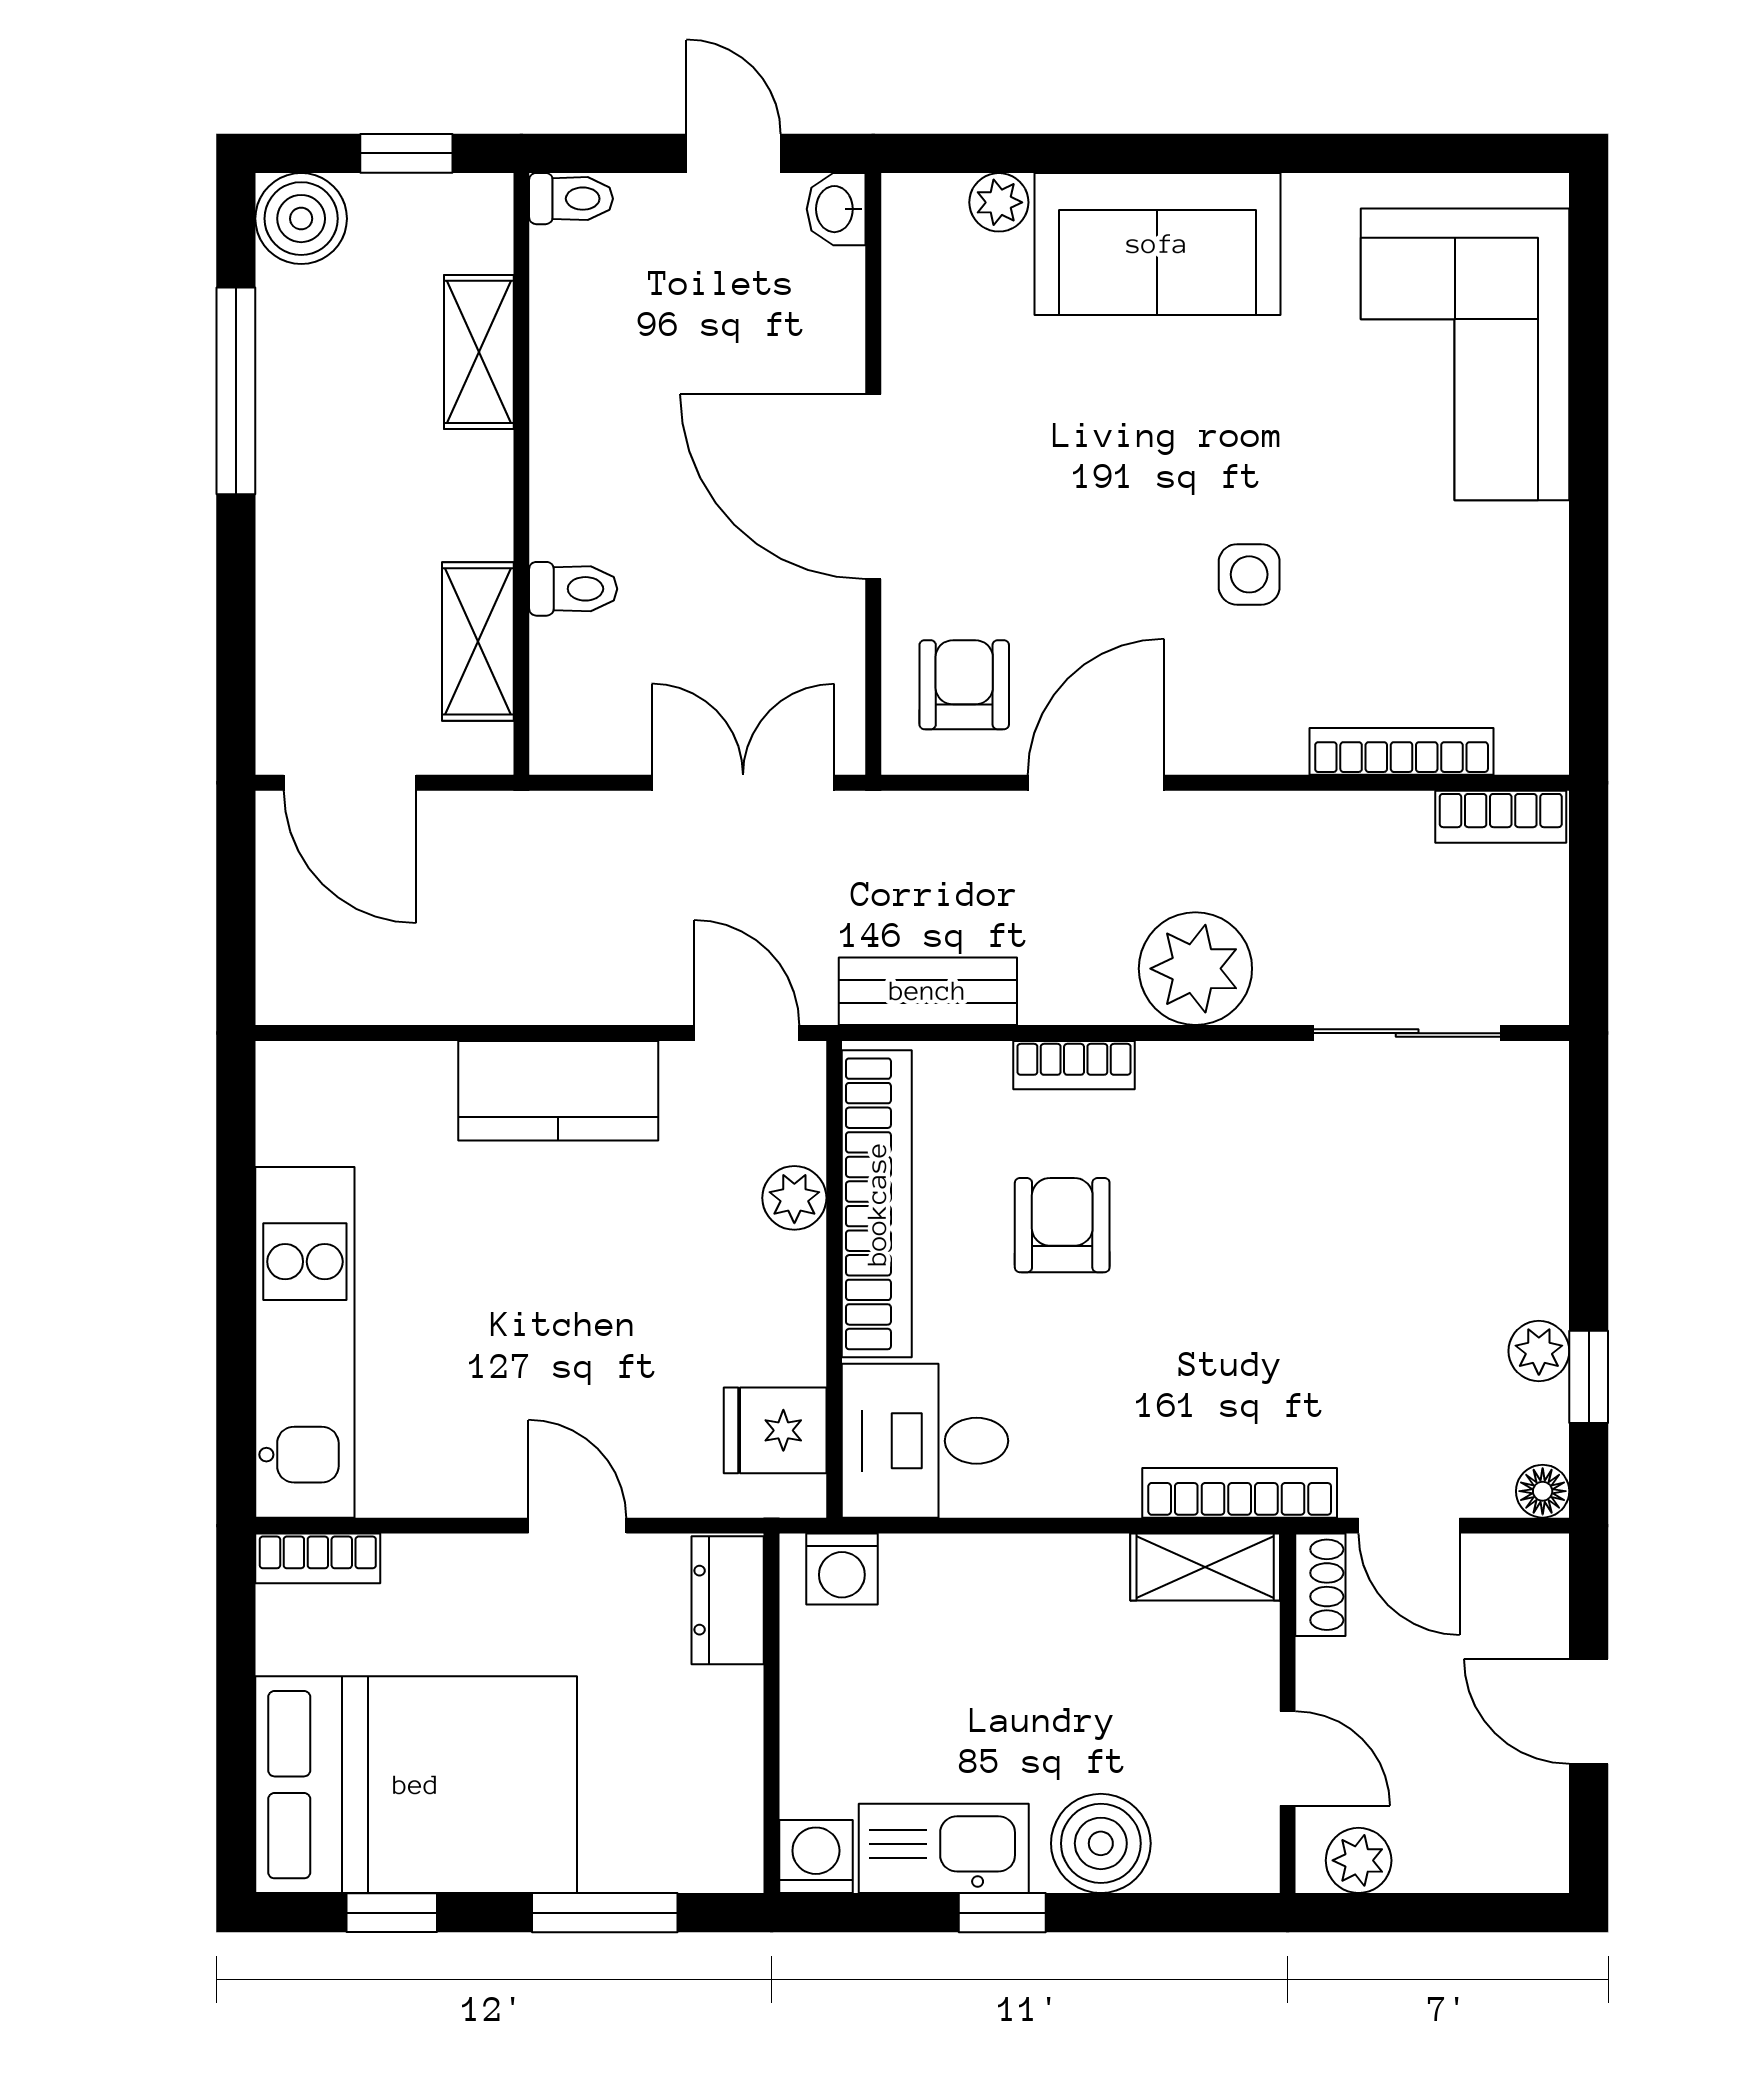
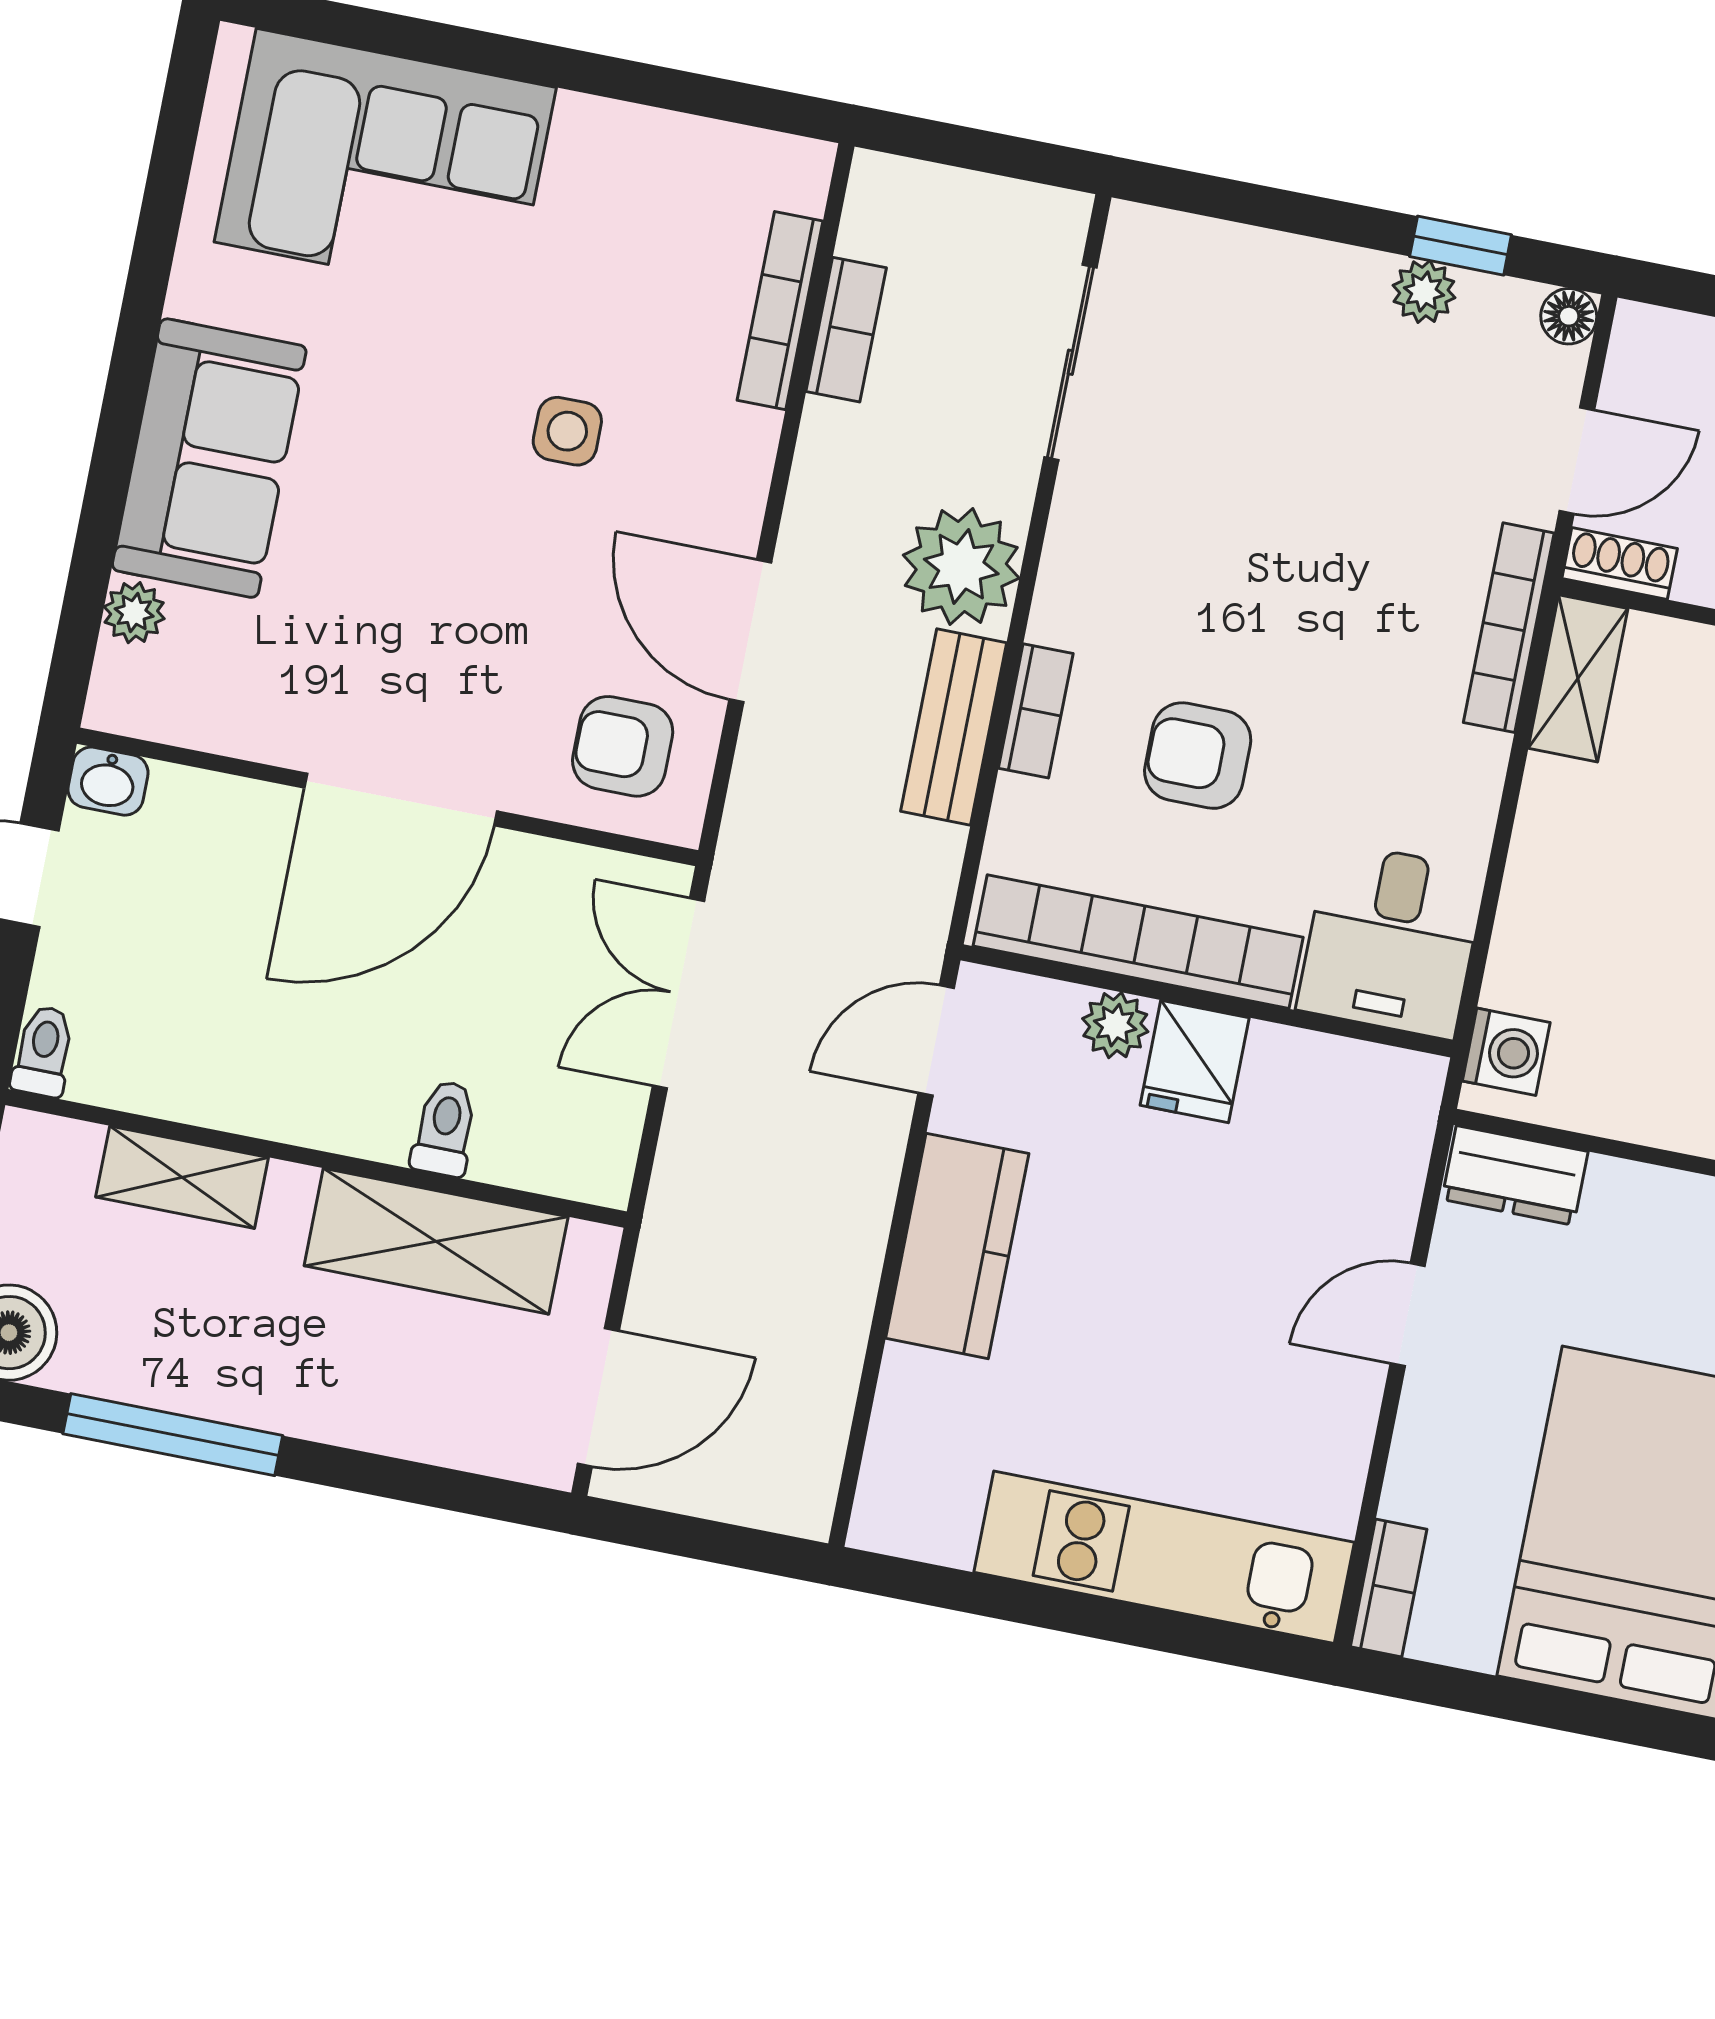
shelving: (478, 641) -> (436, 1241), width x1.50, depth x1.33
bookcase: (1501, 817) -> (846, 330), moved
bench: (928, 991) -> (954, 727), moved
fridge: (775, 1430) -> (1195, 1061), moved

